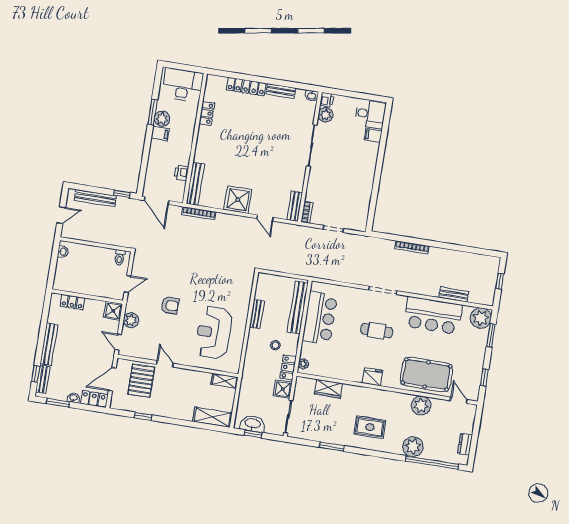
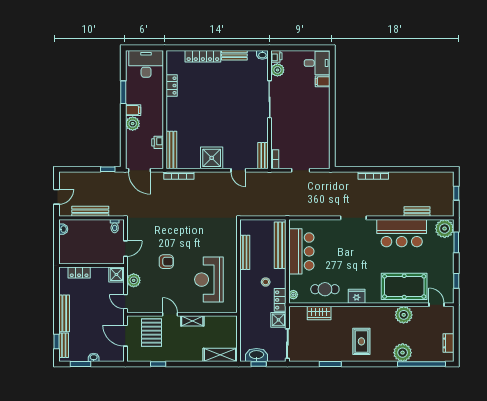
plant: (162, 119) -> (133, 124), moved
bench: (95, 198) -> (90, 211), moved
bench: (257, 314) -> (245, 252), width x1.36
cafe table: (377, 331) -> (325, 289), moved
door: (112, 379) -> (125, 336), hinge flipped
shelving: (225, 381) -> (192, 321), moved
locker: (94, 399) -> (112, 356), removed
rug: (370, 427) -> (361, 341), turned 90

